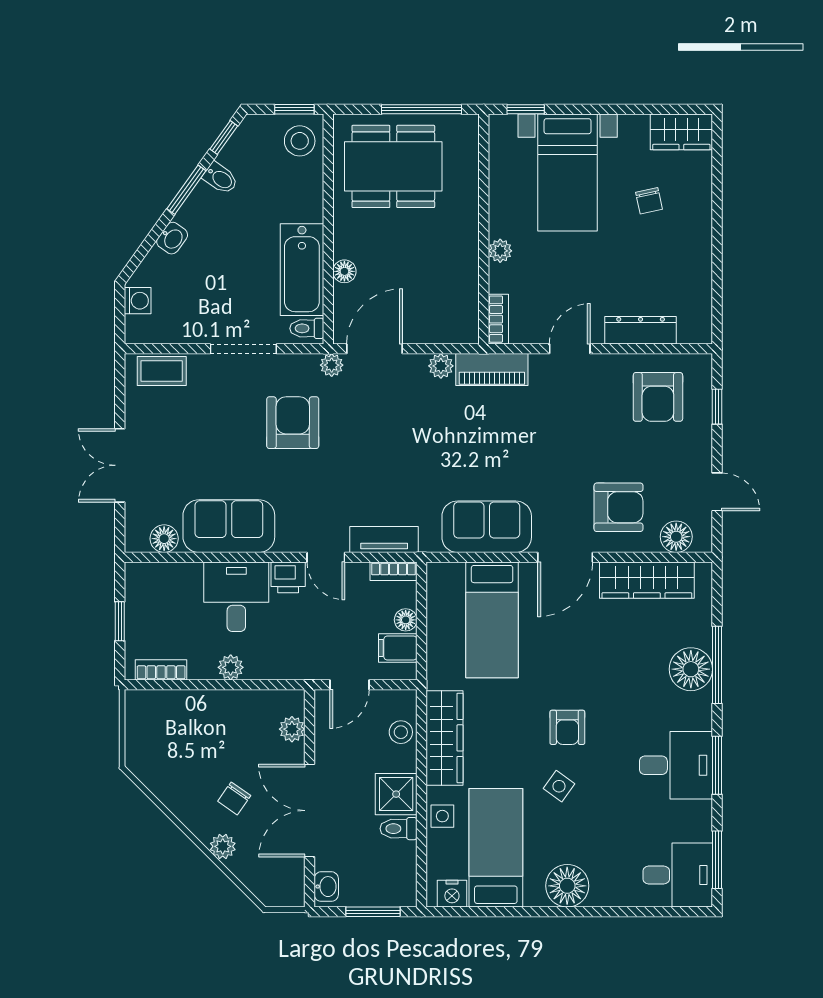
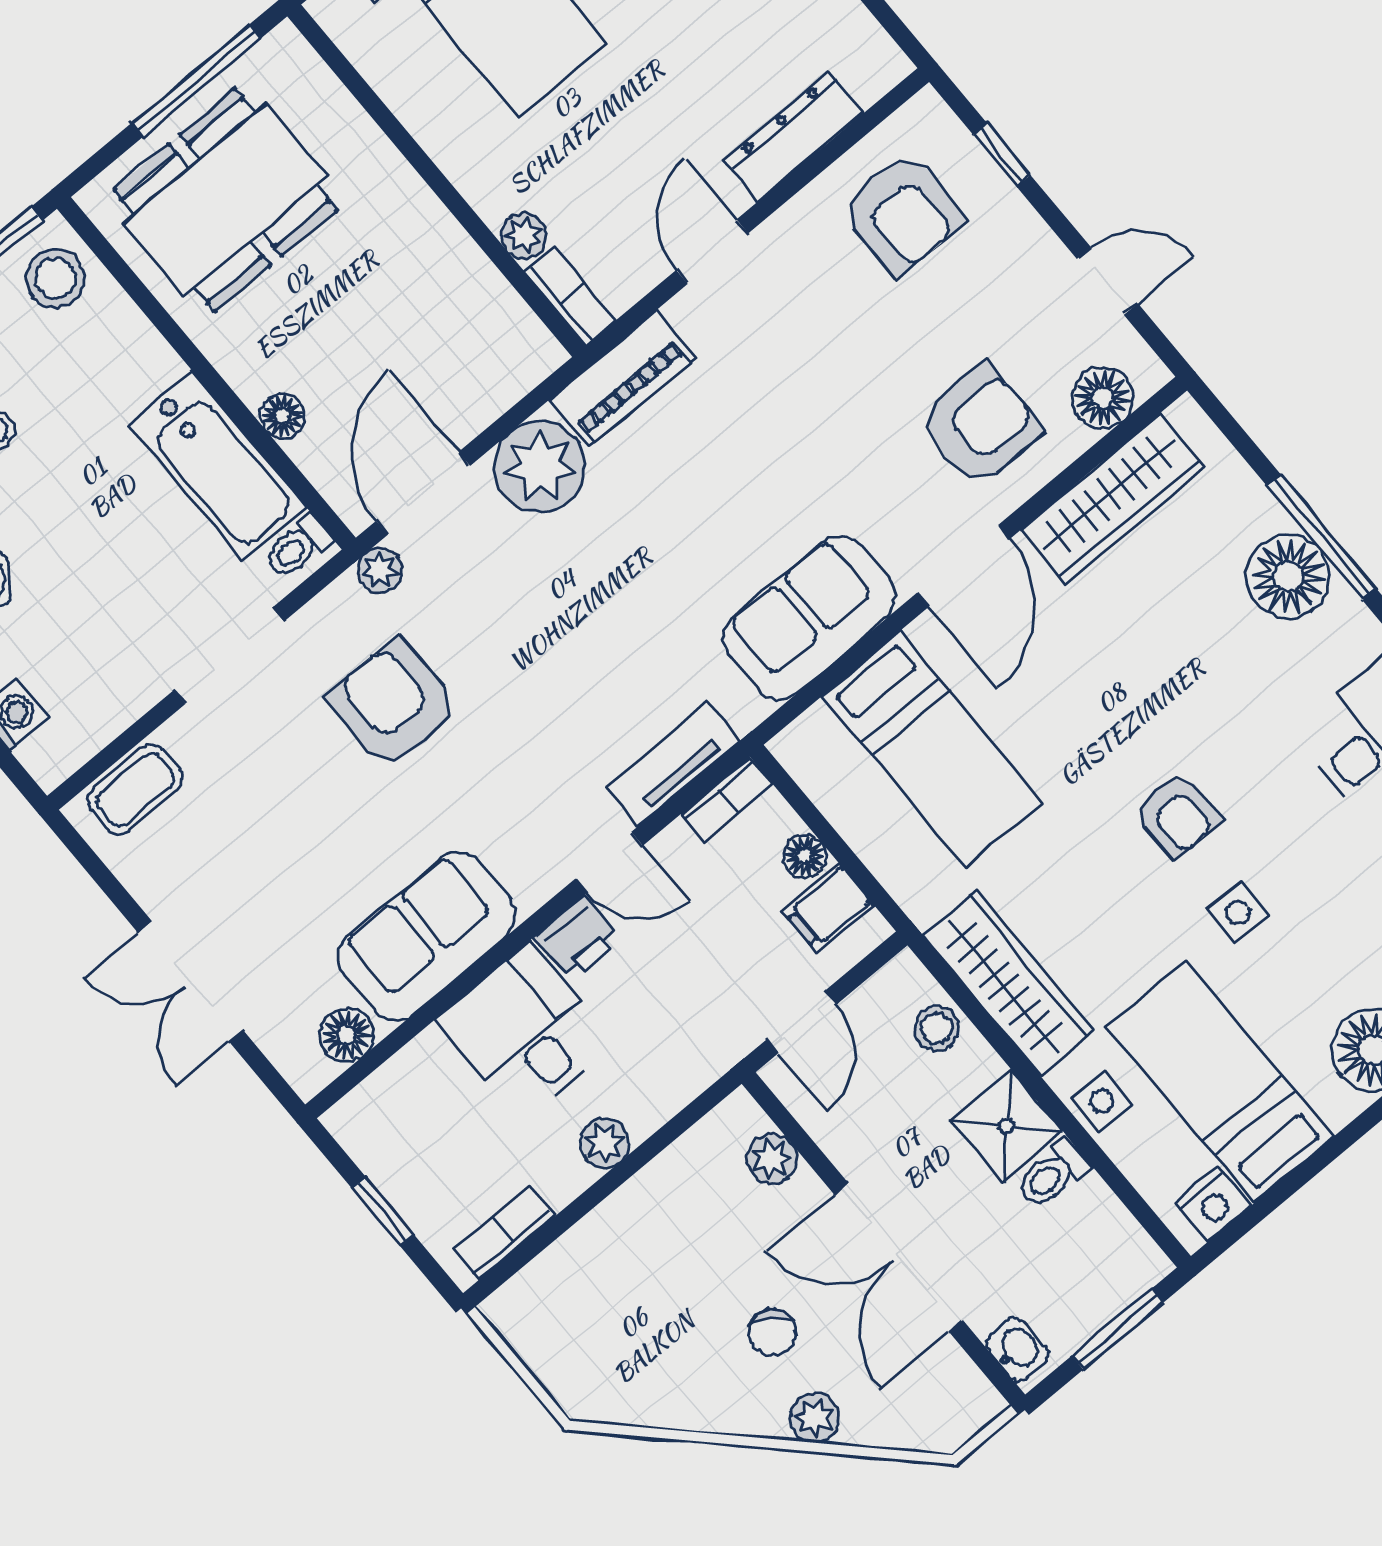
plant: (500, 251) -> (524, 236), moved
plant: (441, 366) -> (540, 466), width x1.88, depth x1.88
side table: (559, 786) -> (1238, 913), turned -36

